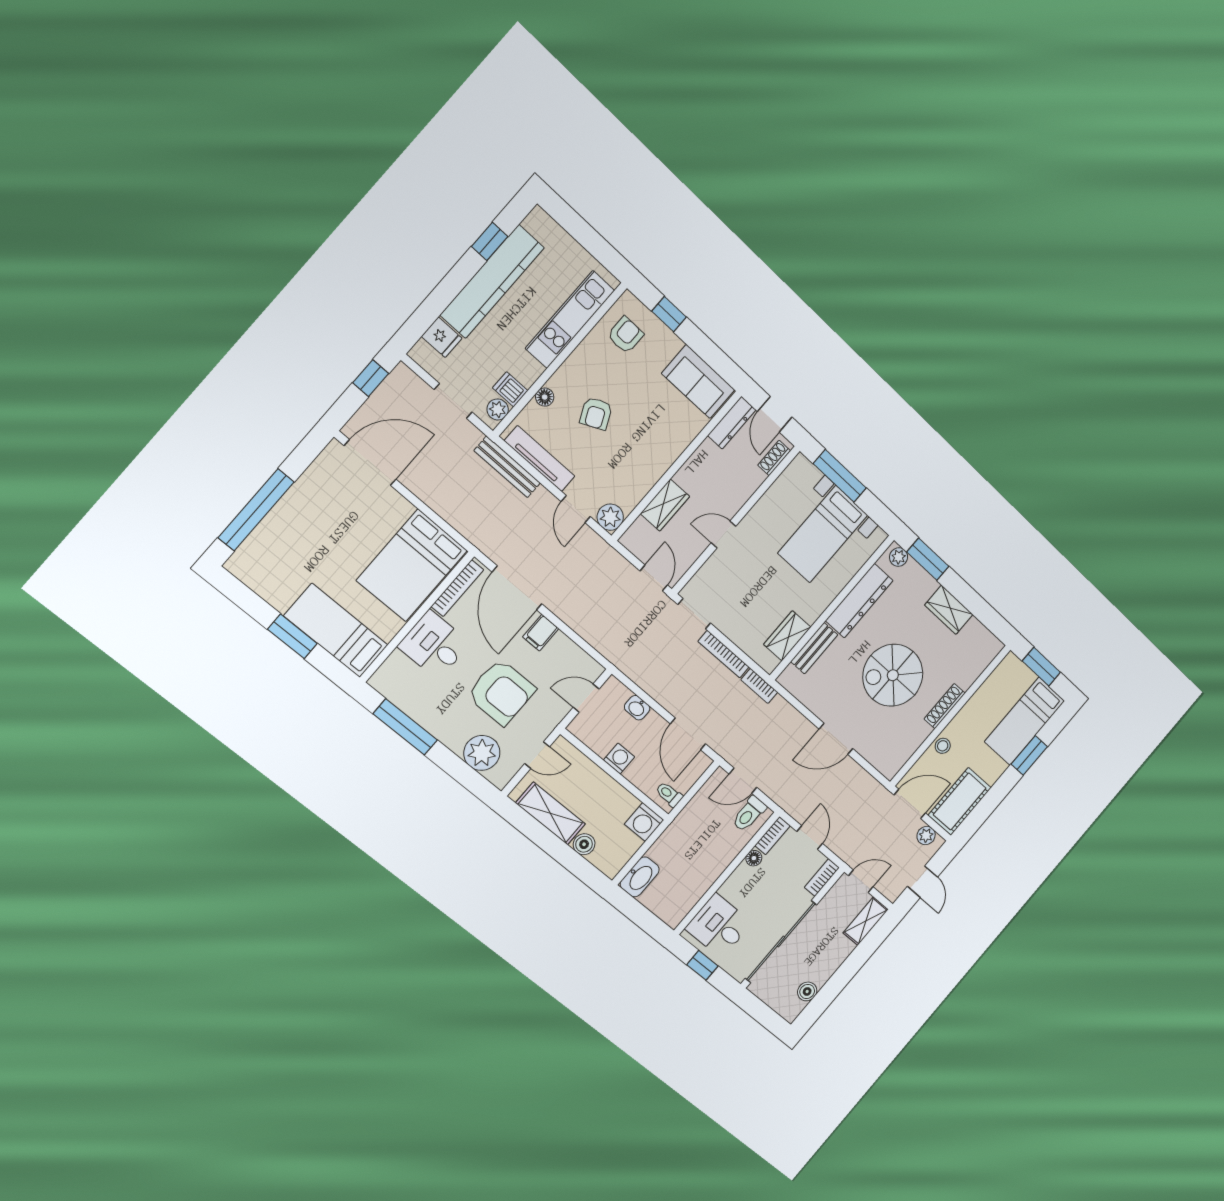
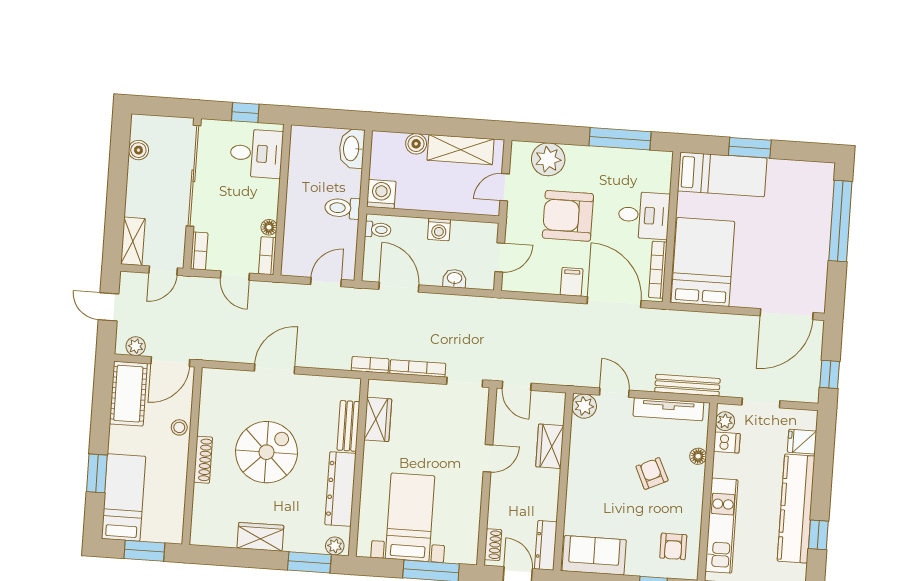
toilet: (749, 814) -> (342, 208), moved, turned -90

